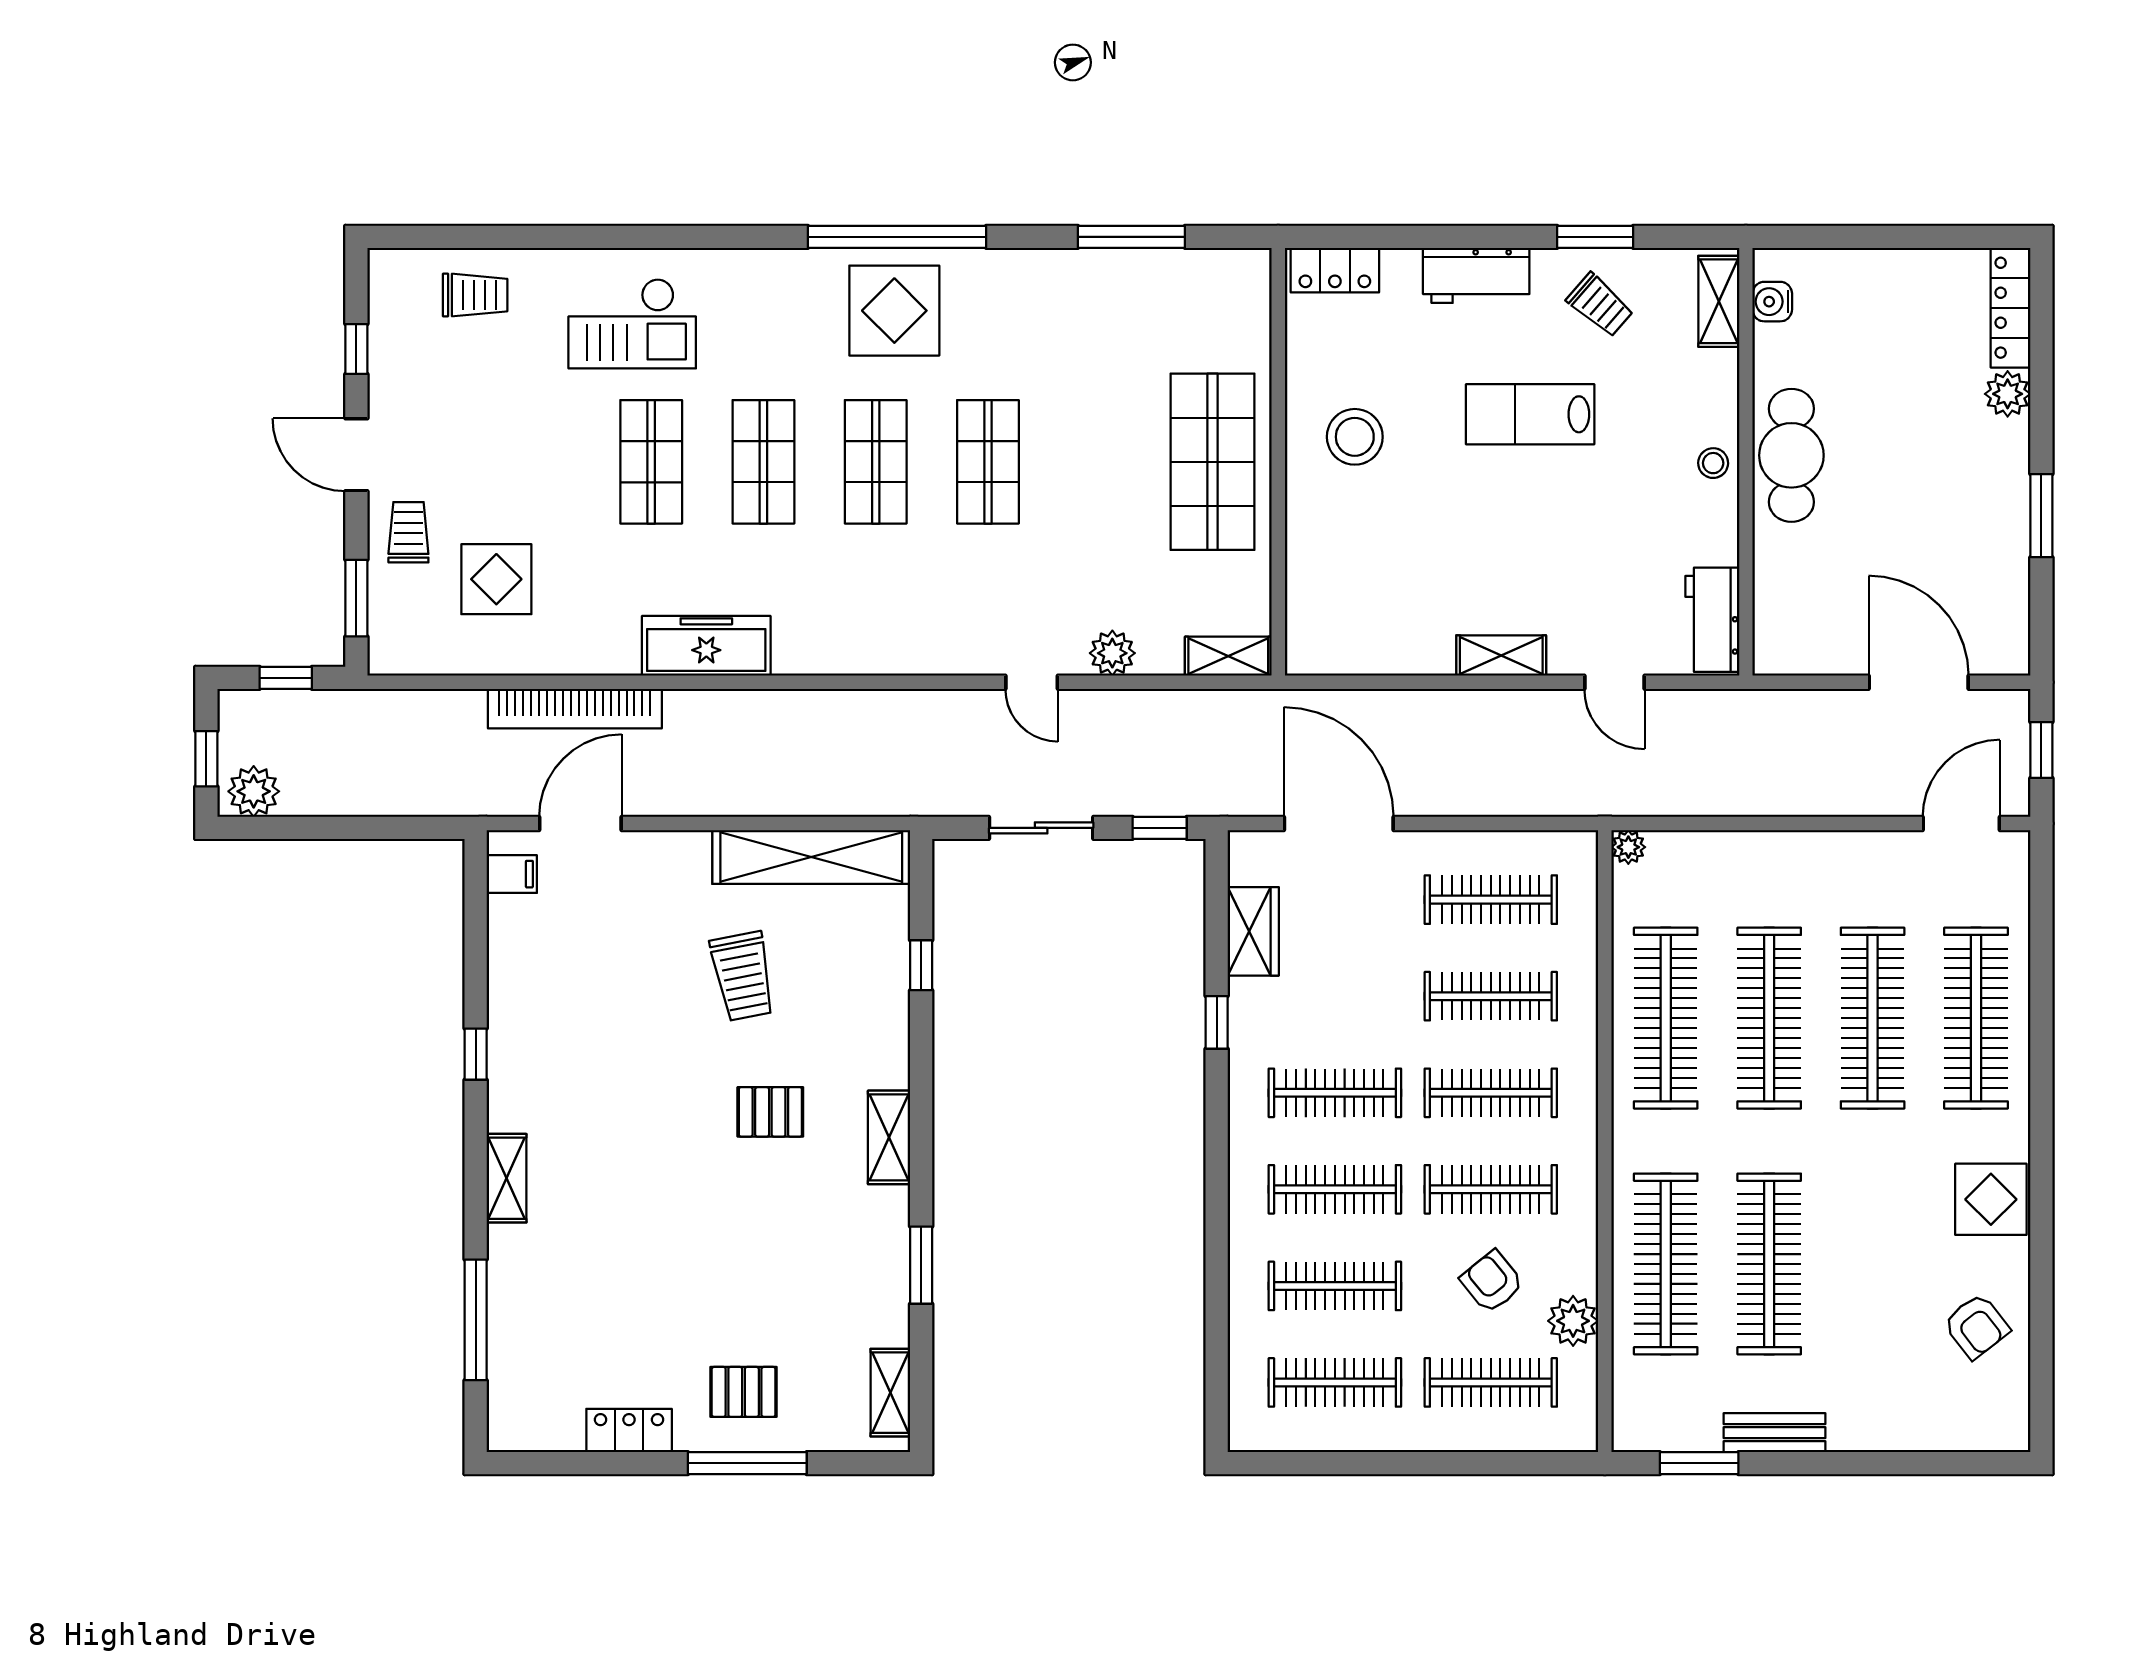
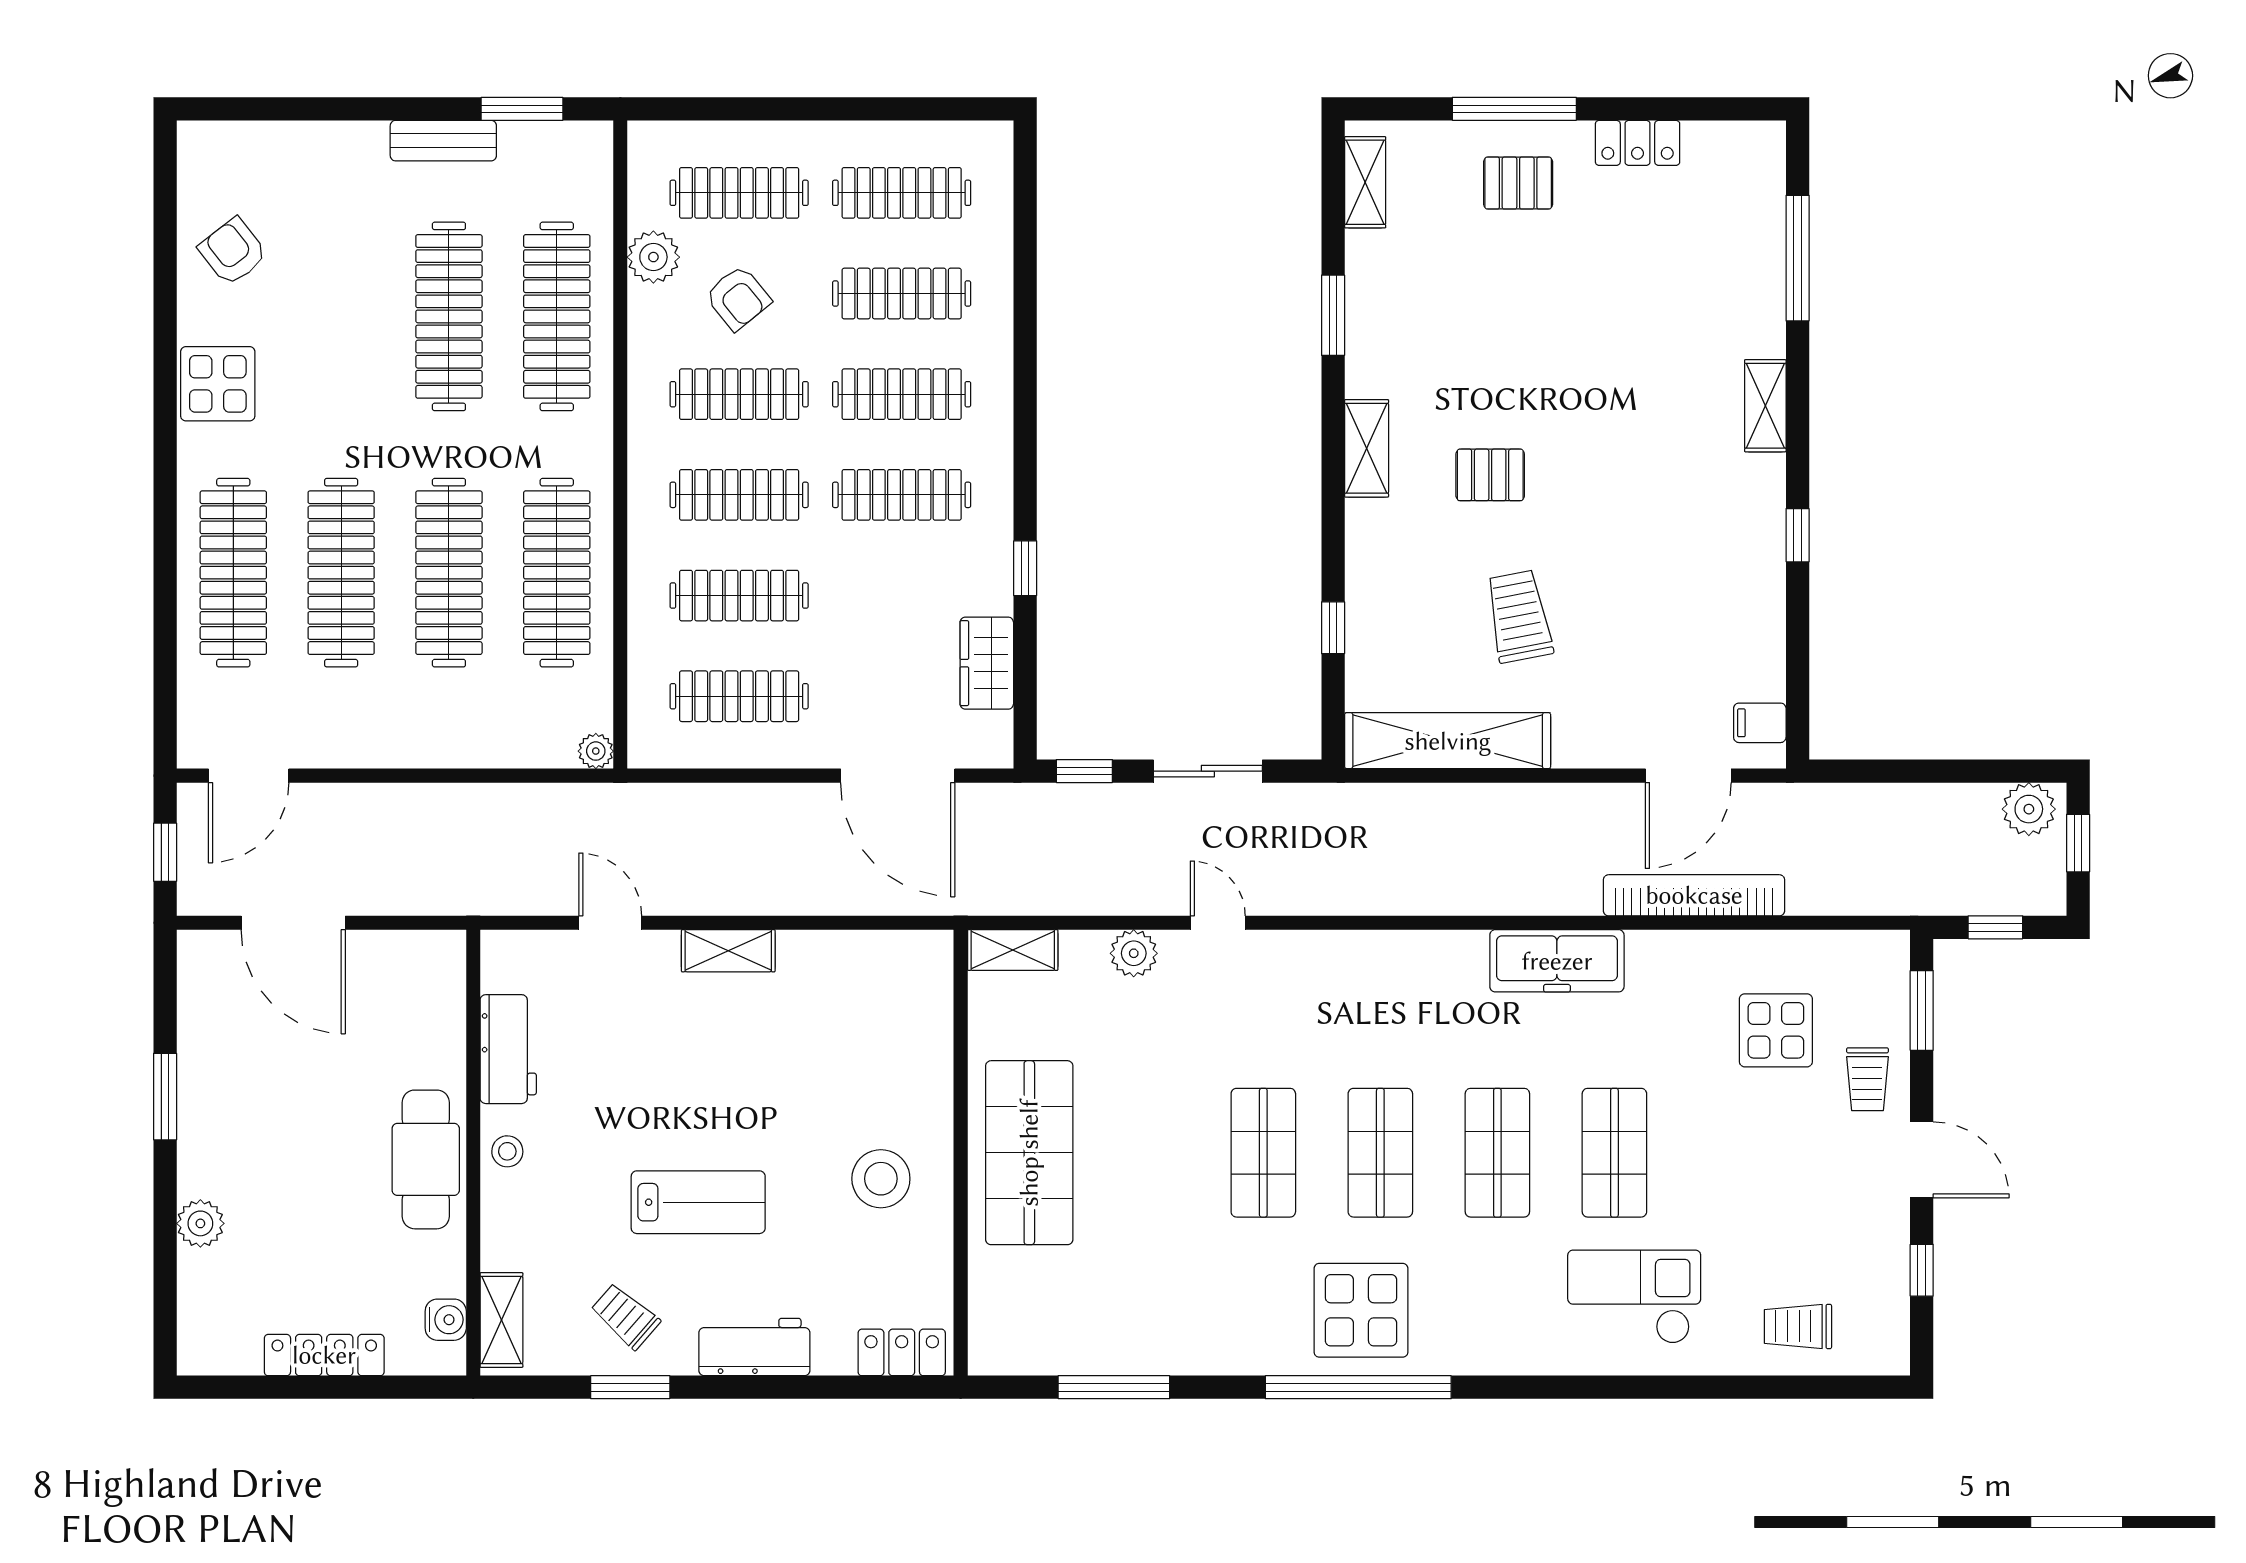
locker: (2011, 308) -> (324, 1355), moved, turned -90
workbench: (1712, 620) -> (508, 1049), moved

